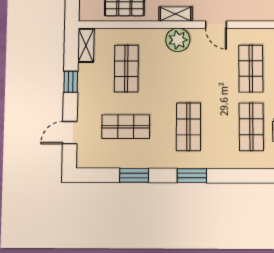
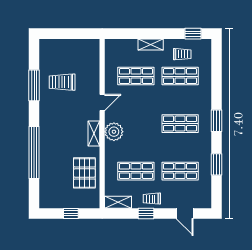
trolley: (90, 89) -> (152, 199), added
shop shelf: (126, 127) -> (180, 171), turned 90

